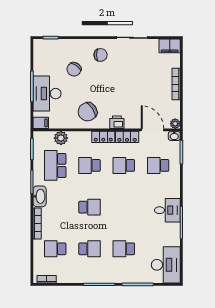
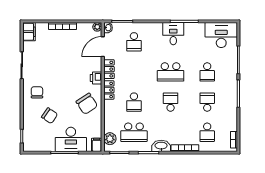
plant: (61, 138) -> (110, 139), moved
school desk: (124, 165) -> (171, 72), moved, width x1.85

